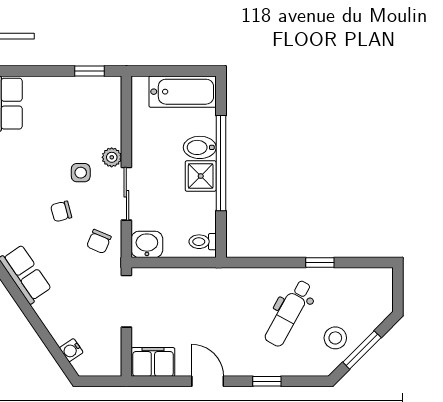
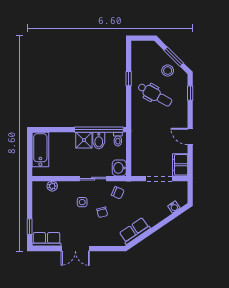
window: (90, 71) -> (30, 227), moved
bidet: (200, 147) -> (99, 141), moved
plant: (112, 157) -> (52, 186), moved
window: (221, 163) -> (99, 130), moved
doorway: (126, 301) -> (159, 179), moved
door: (208, 381) -> (190, 136), hinge flipped
window: (267, 381) -> (190, 93), moved

